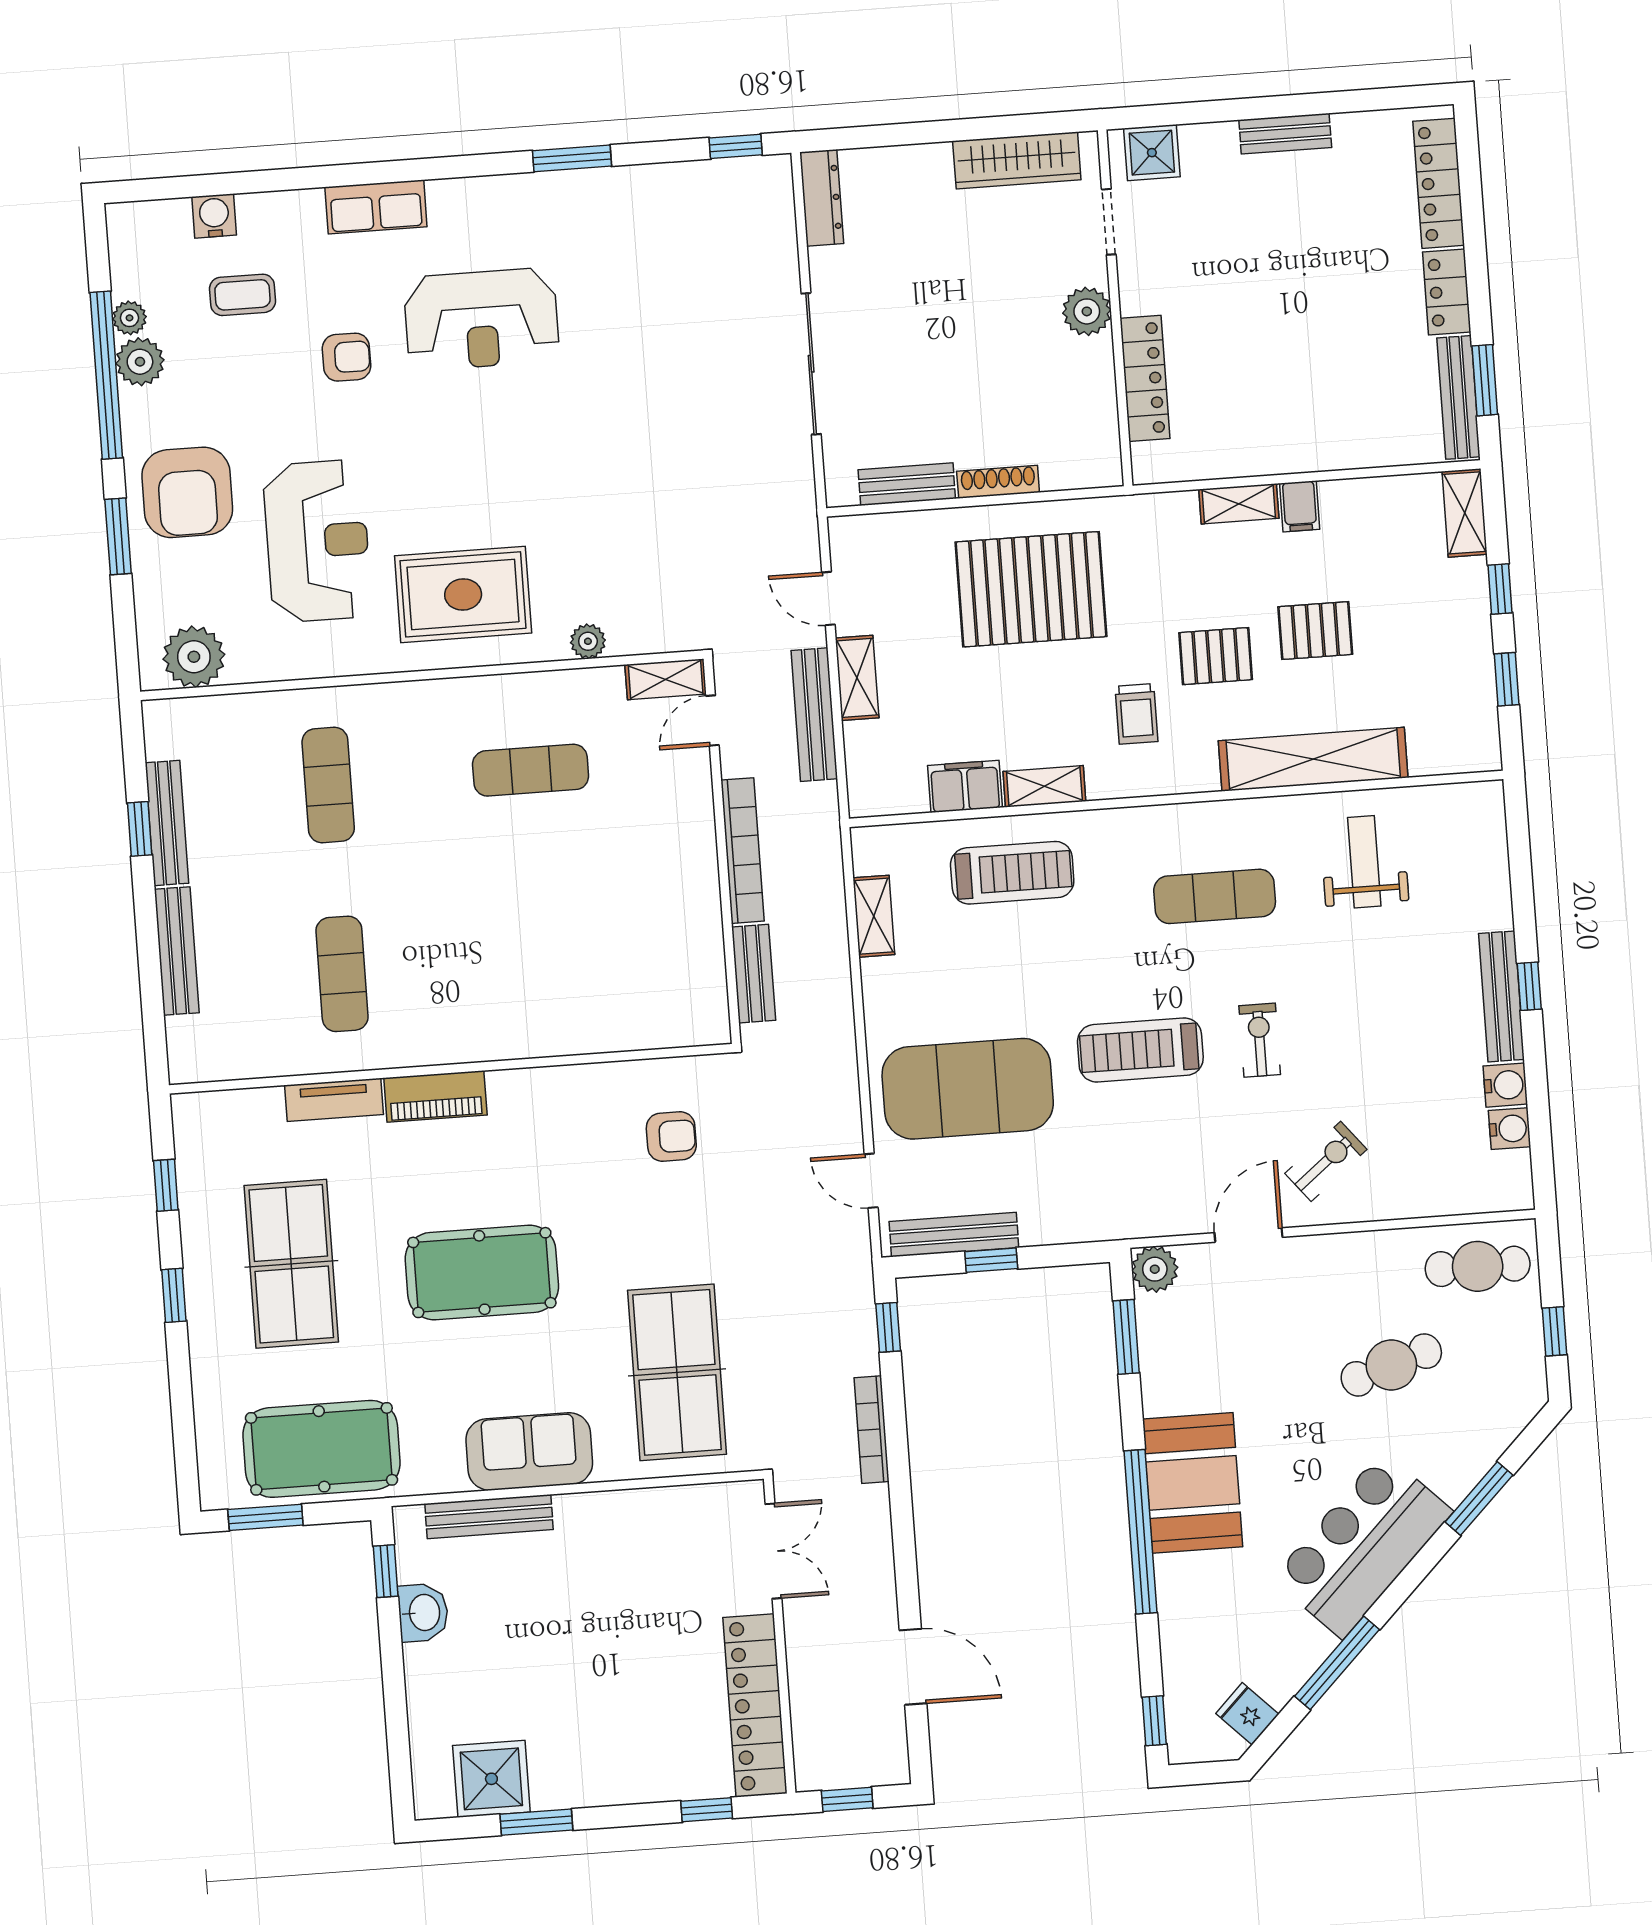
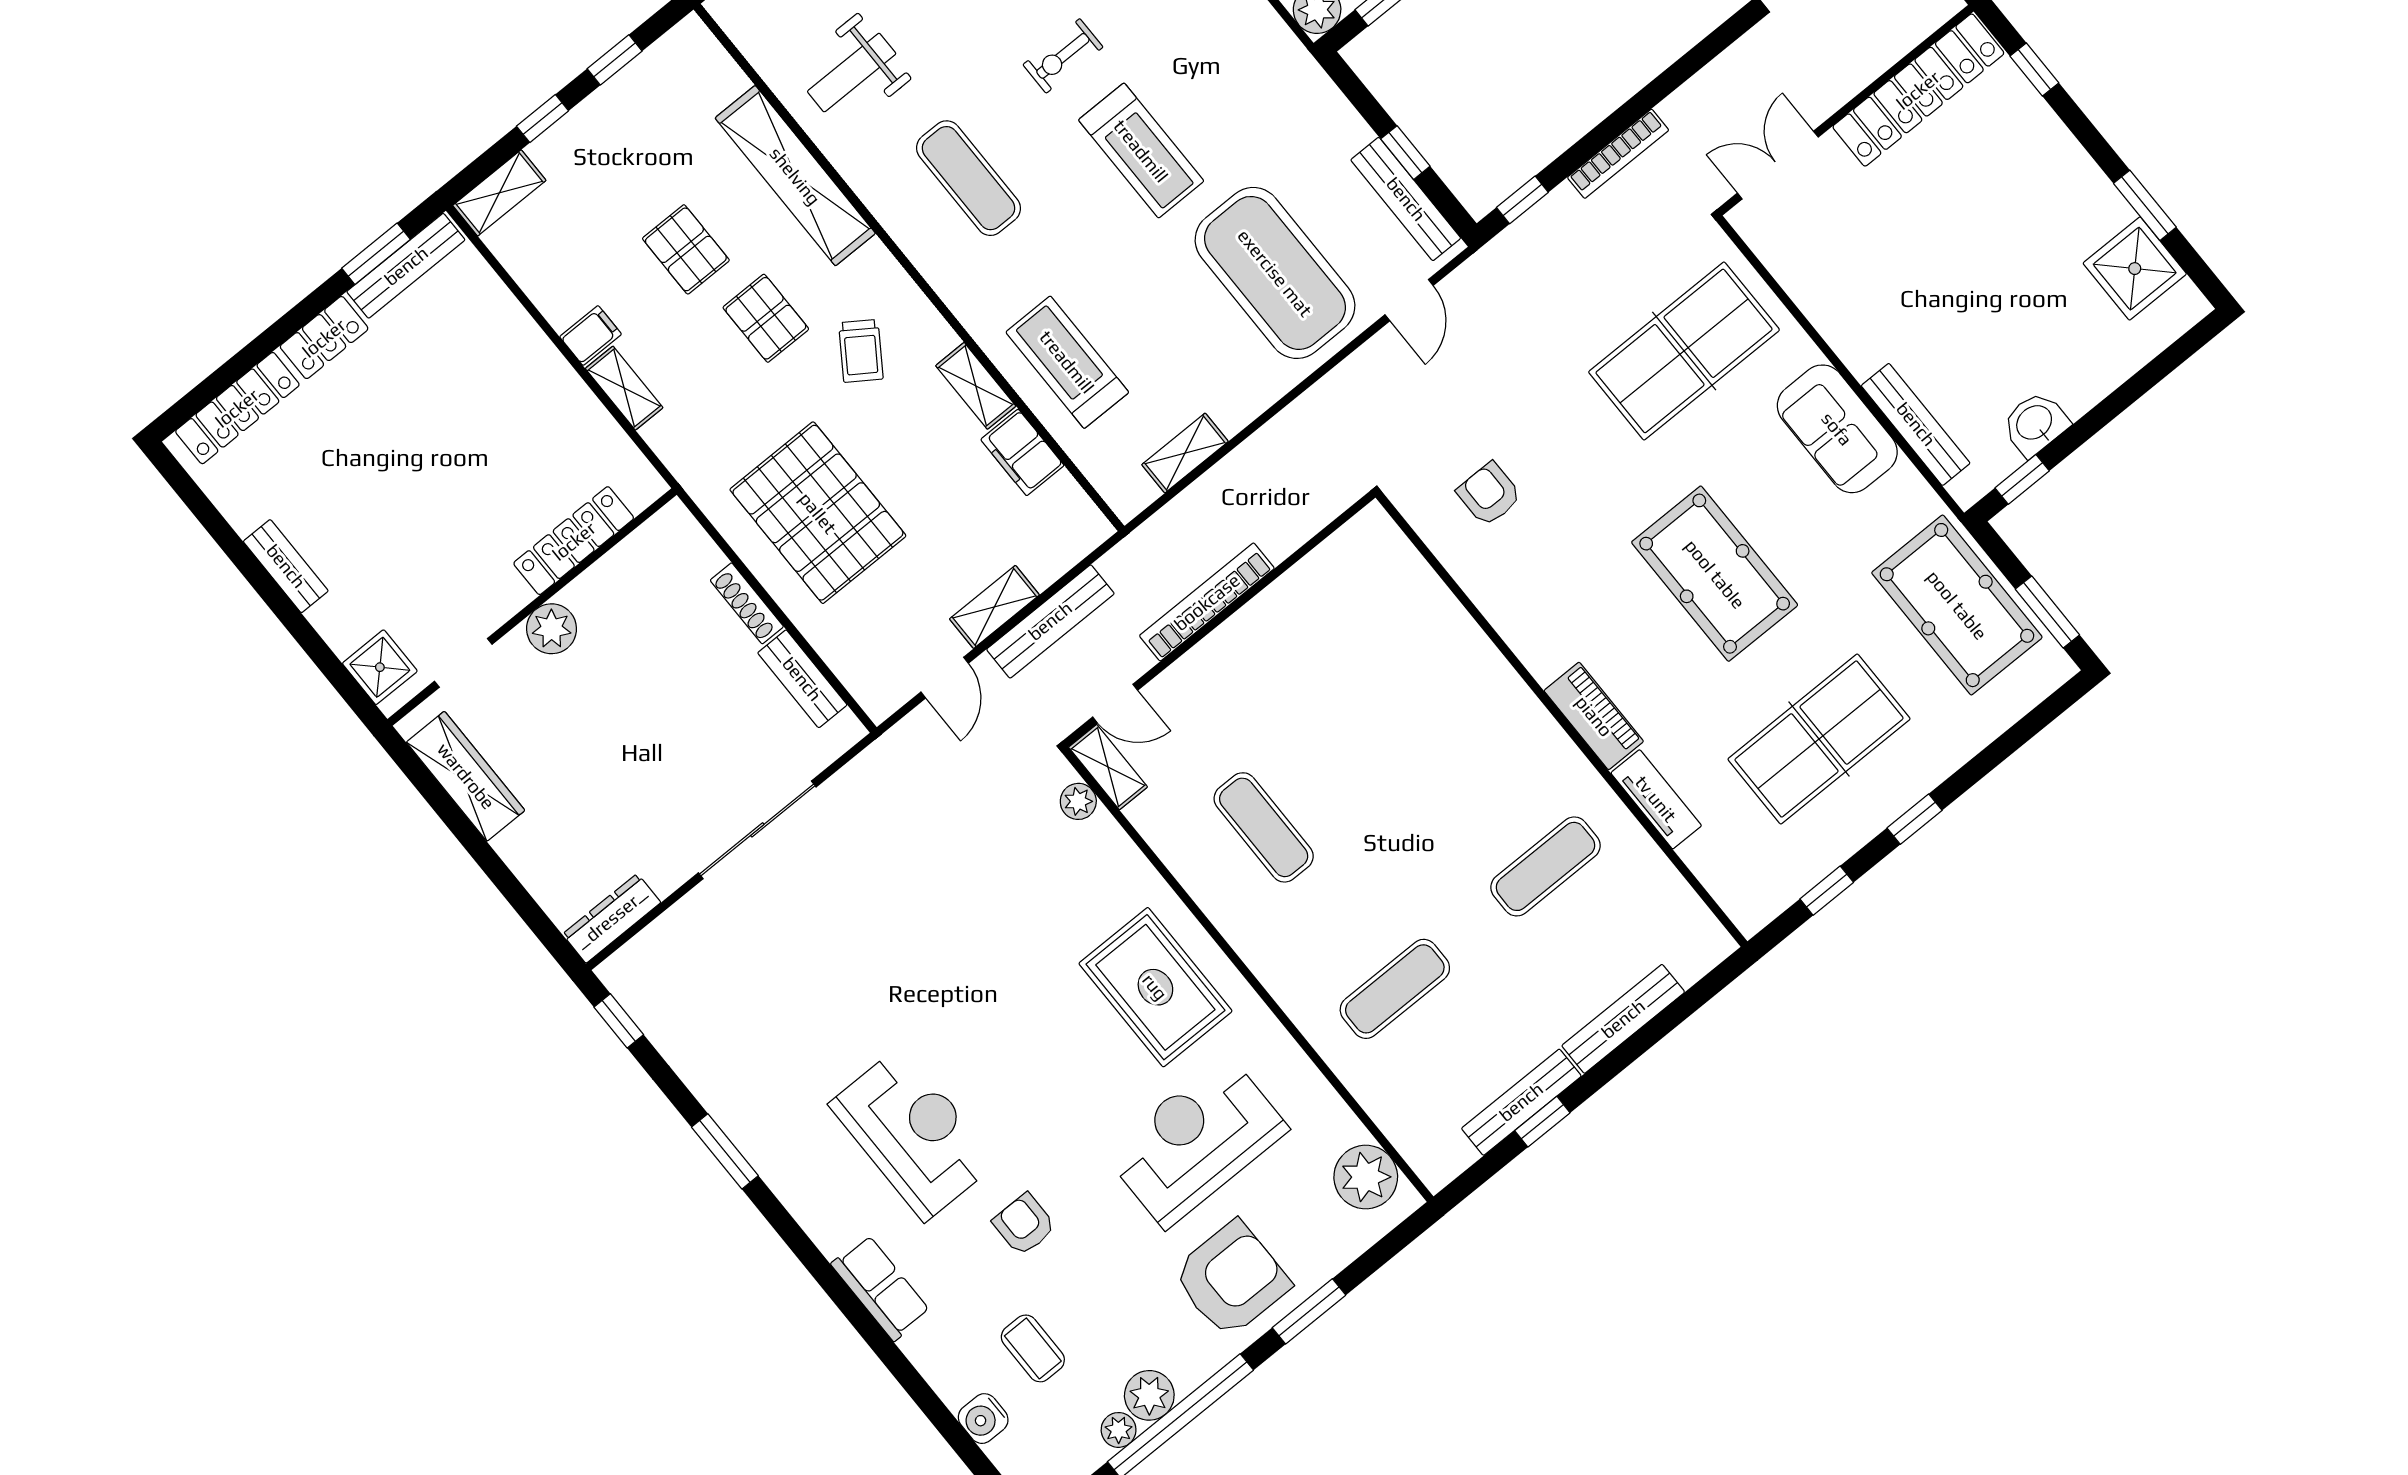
plant: (588, 641) -> (1078, 801), moved
trolley: (1136, 714) -> (861, 351), turned 124
bench: (754, 974) -> (1304, 520), removed

